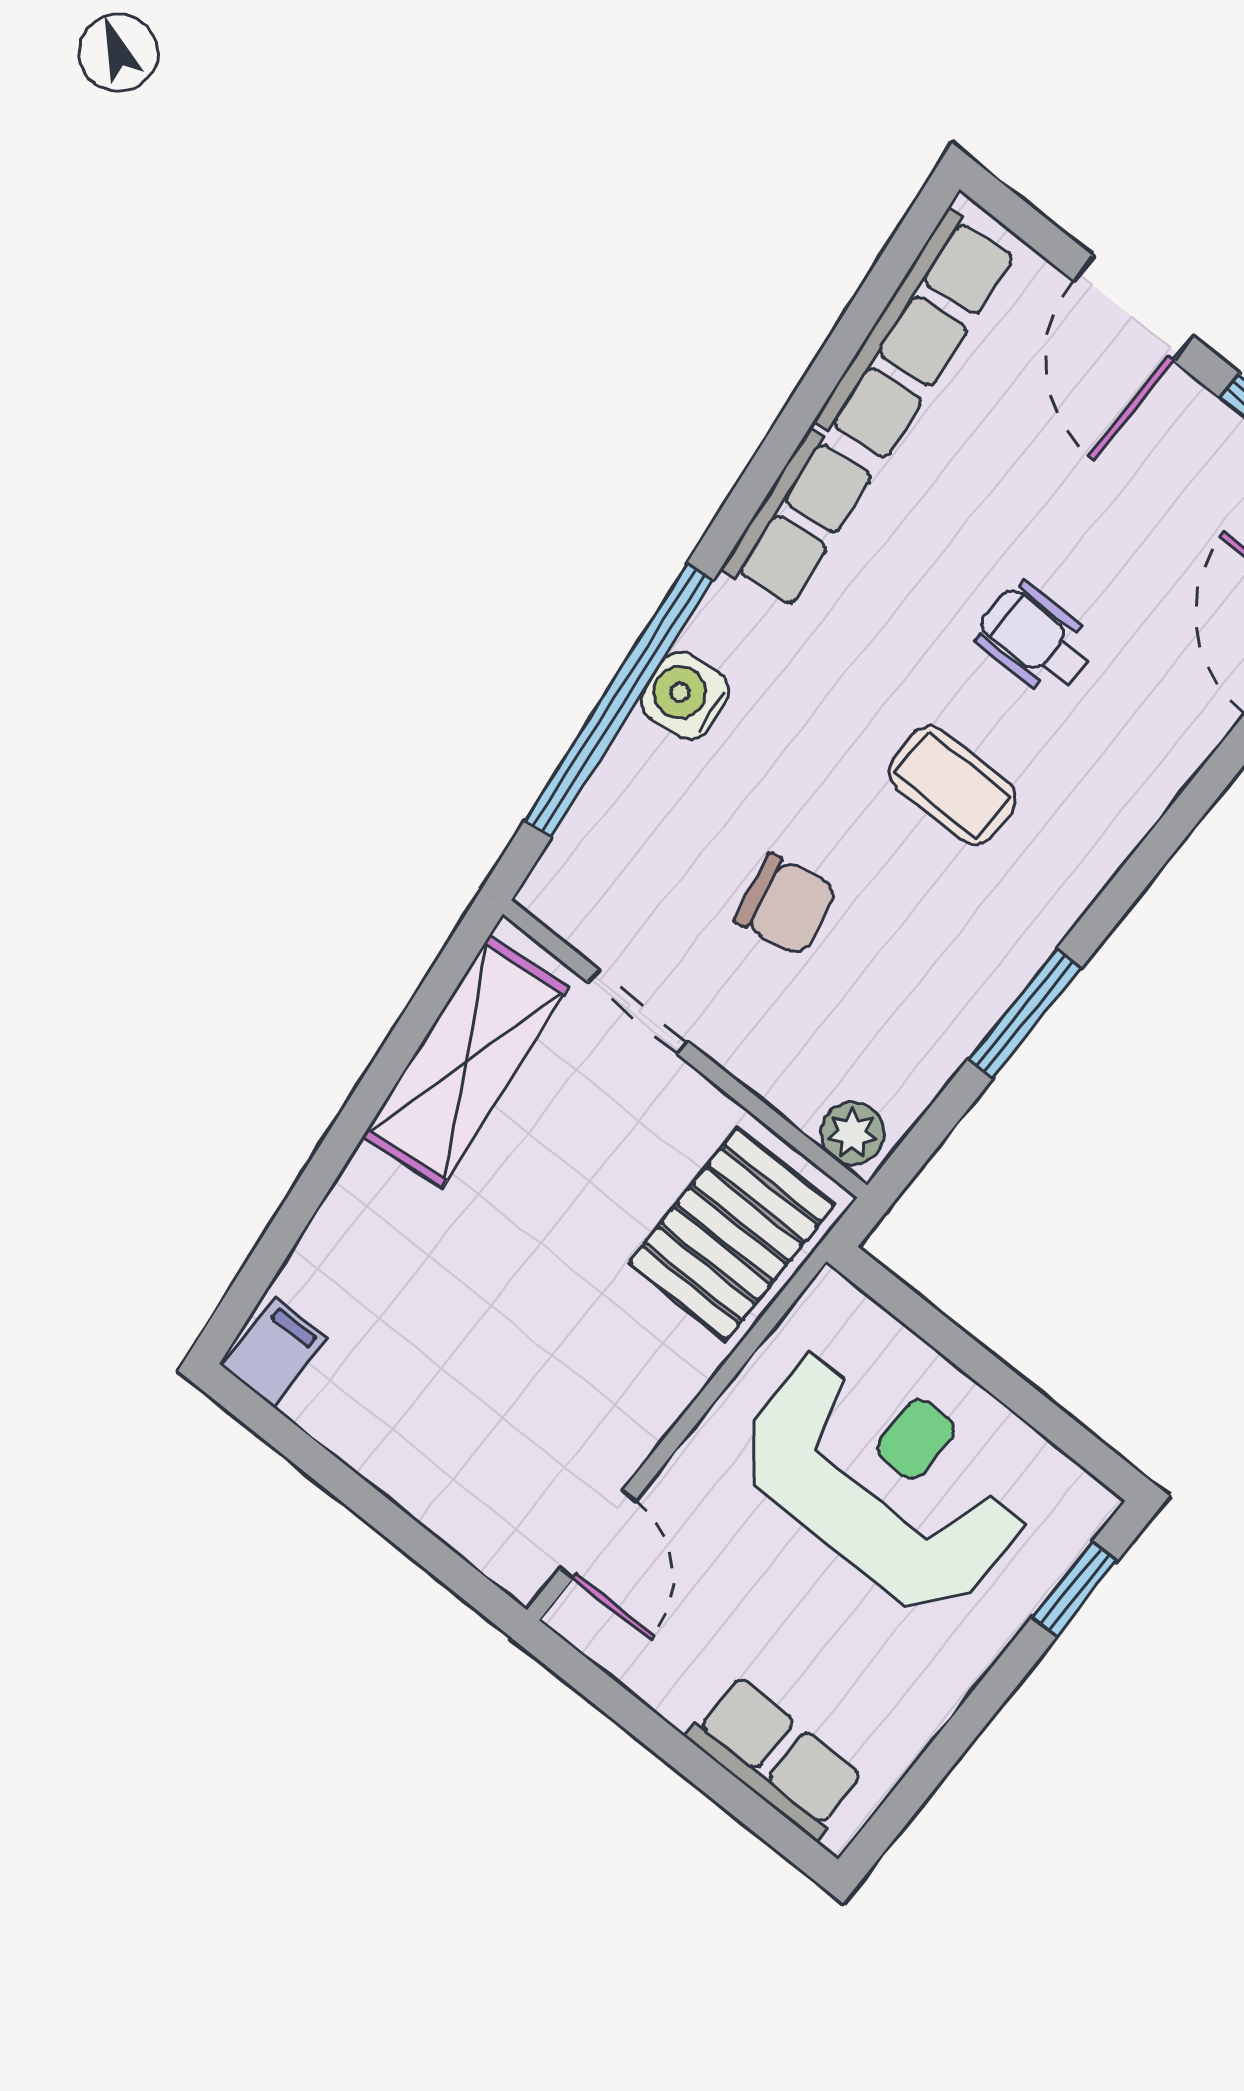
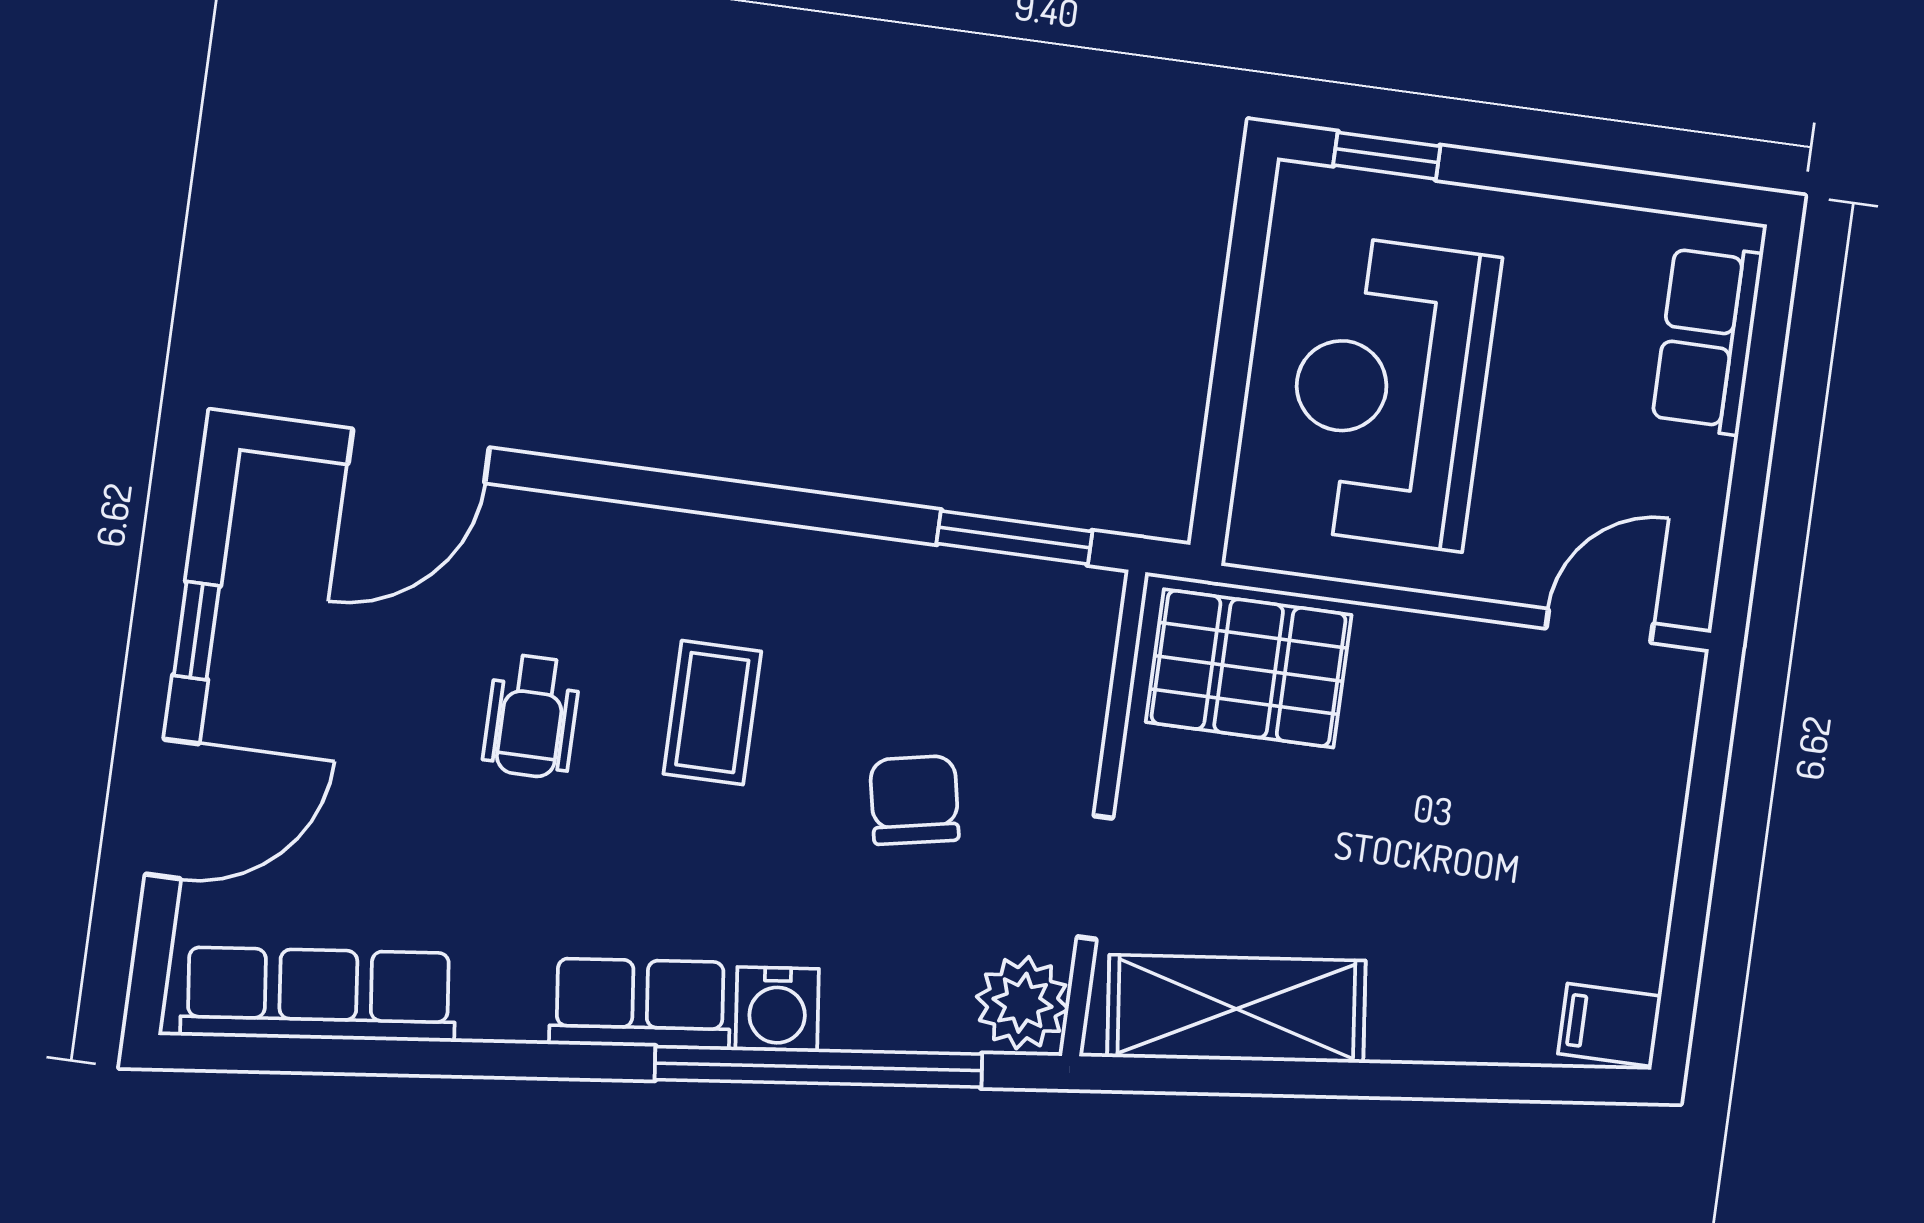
row of seats: (799, 519) -> (640, 1003), moved
window: (1025, 1014) -> (1014, 537), moved
plant: (852, 1133) -> (1023, 1003), moved, width x1.38, depth x1.38

